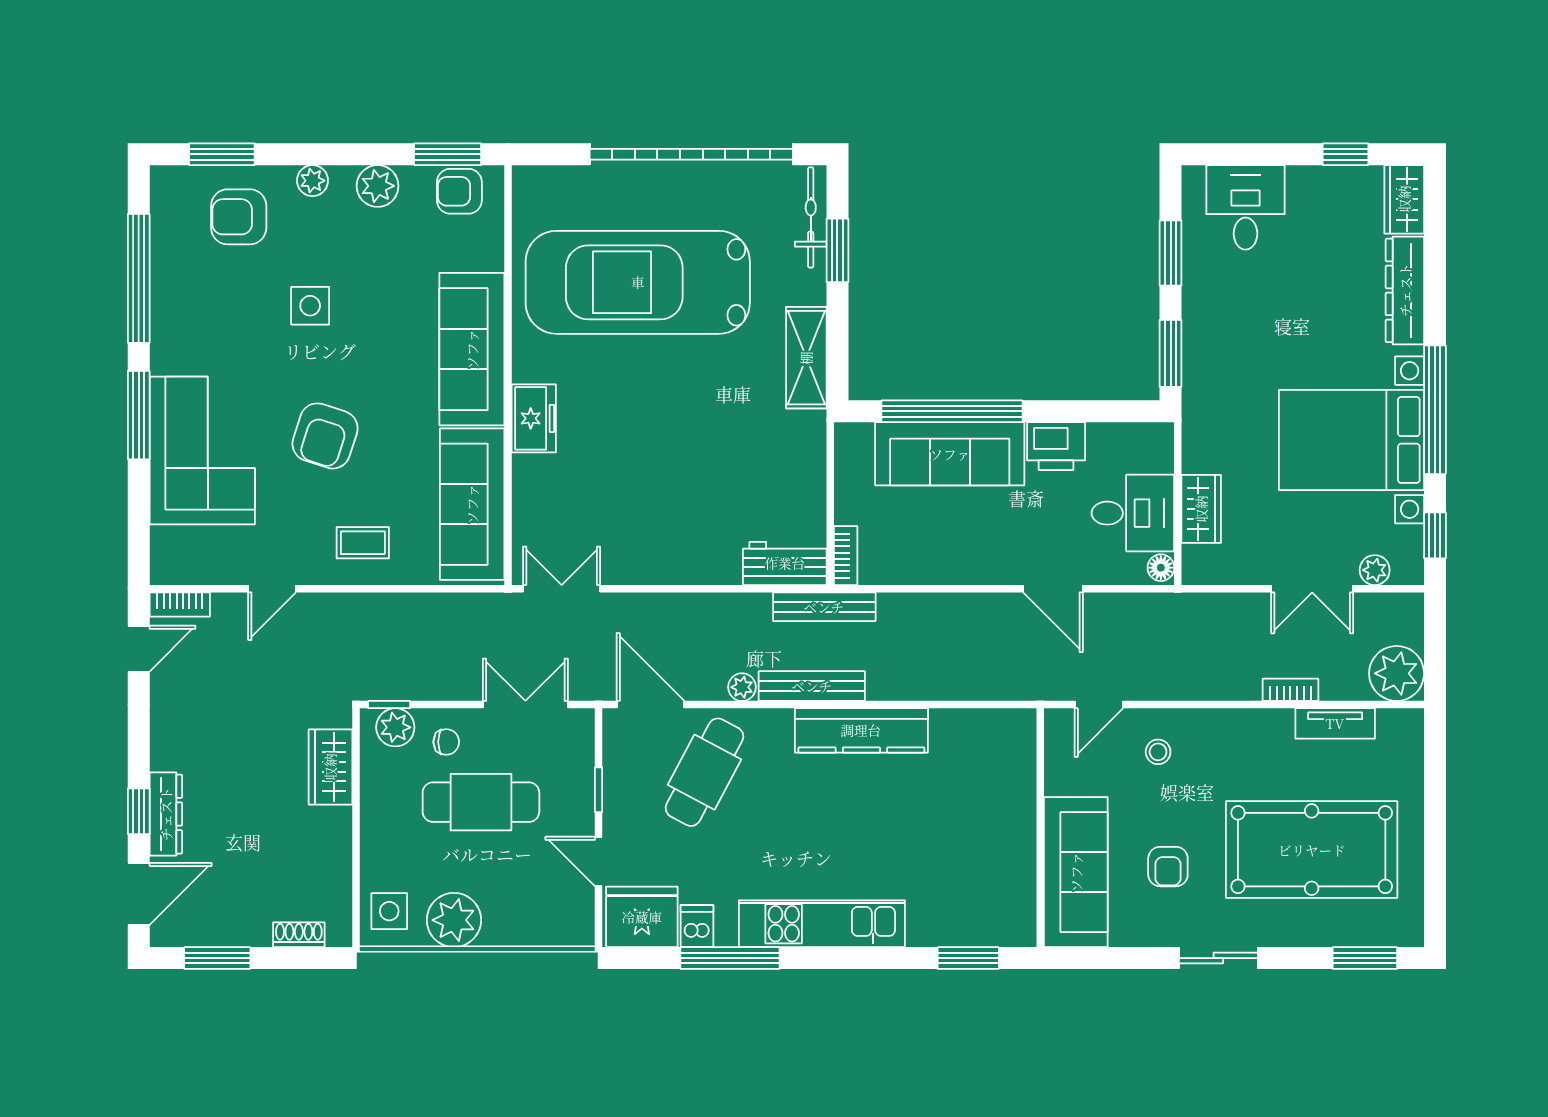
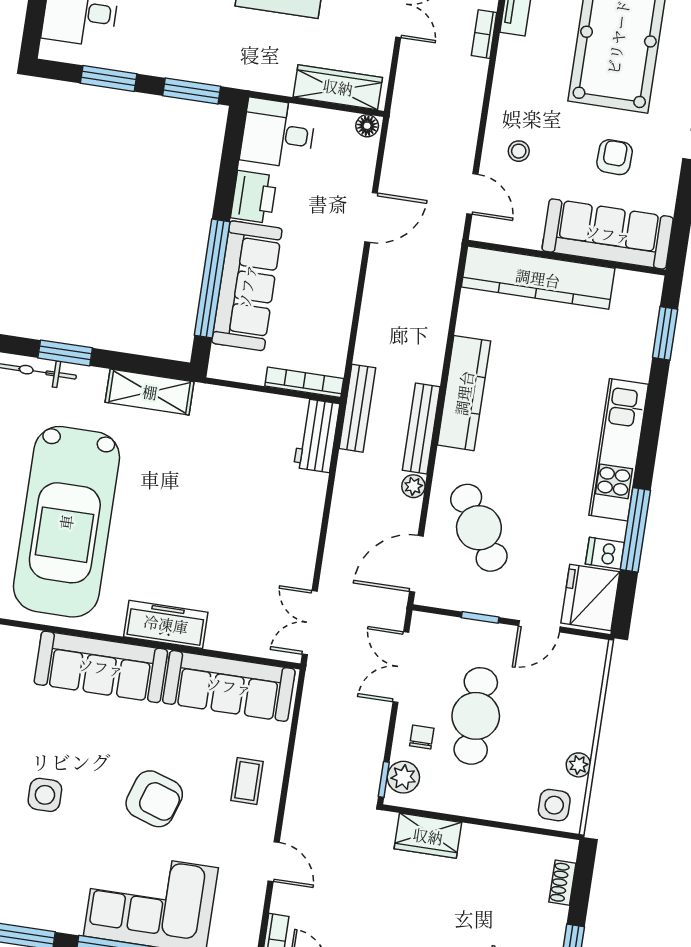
freezer: (534, 418) -> (166, 624), width x1.40
wardrobe: (1201, 509) -> (338, 87), width x1.50
desk: (1133, 513) -> (278, 133), moved, turned -90
bookcase: (846, 556) -> (304, 382), width x1.56
cafe table: (704, 772) -> (479, 528), turned 30
kitchen counter: (1012, 798) -> (538, 278), added
armchair: (1168, 867) -> (615, 157), turned -88
plant: (454, 920) -> (578, 765), width x0.53, depth x0.53

